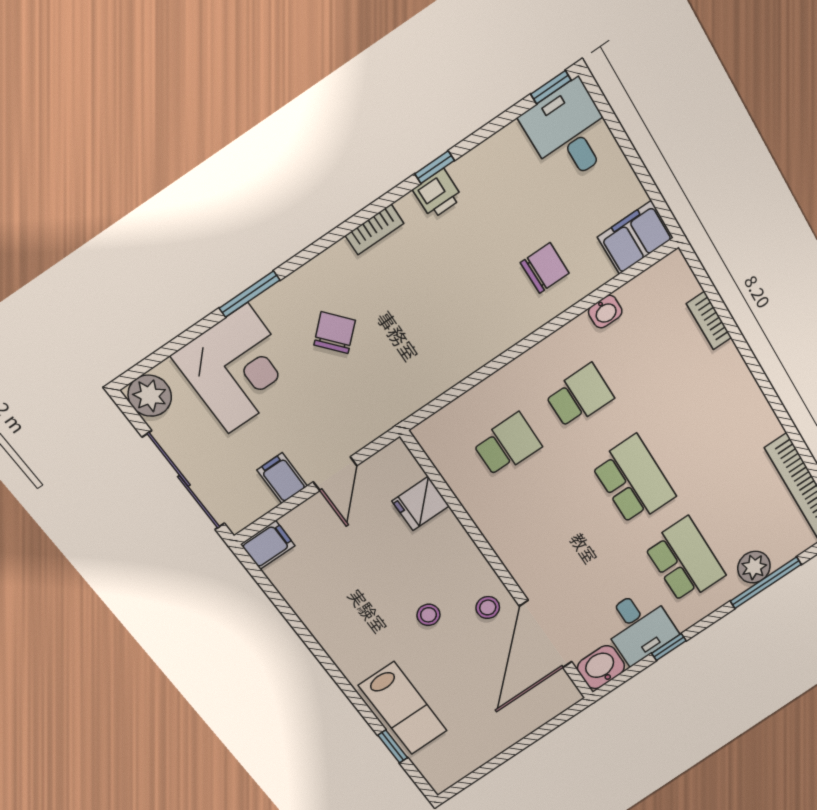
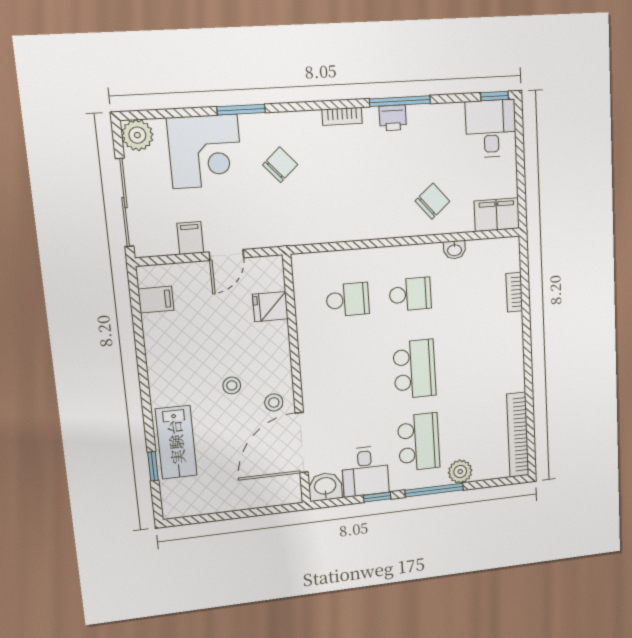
window: (435, 167) -> (400, 101), width x2.17
chair: (545, 268) -> (432, 201), turned -40
filing cabinet: (268, 545) -> (156, 300), moved
window: (766, 583) -> (434, 490), moved

